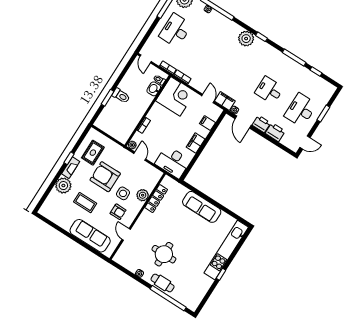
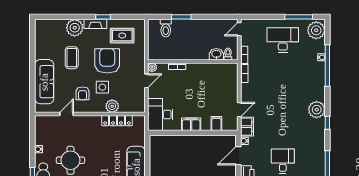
toilet: (121, 96) -> (166, 28), moved
corner desk: (175, 96) -> (222, 79), removed

